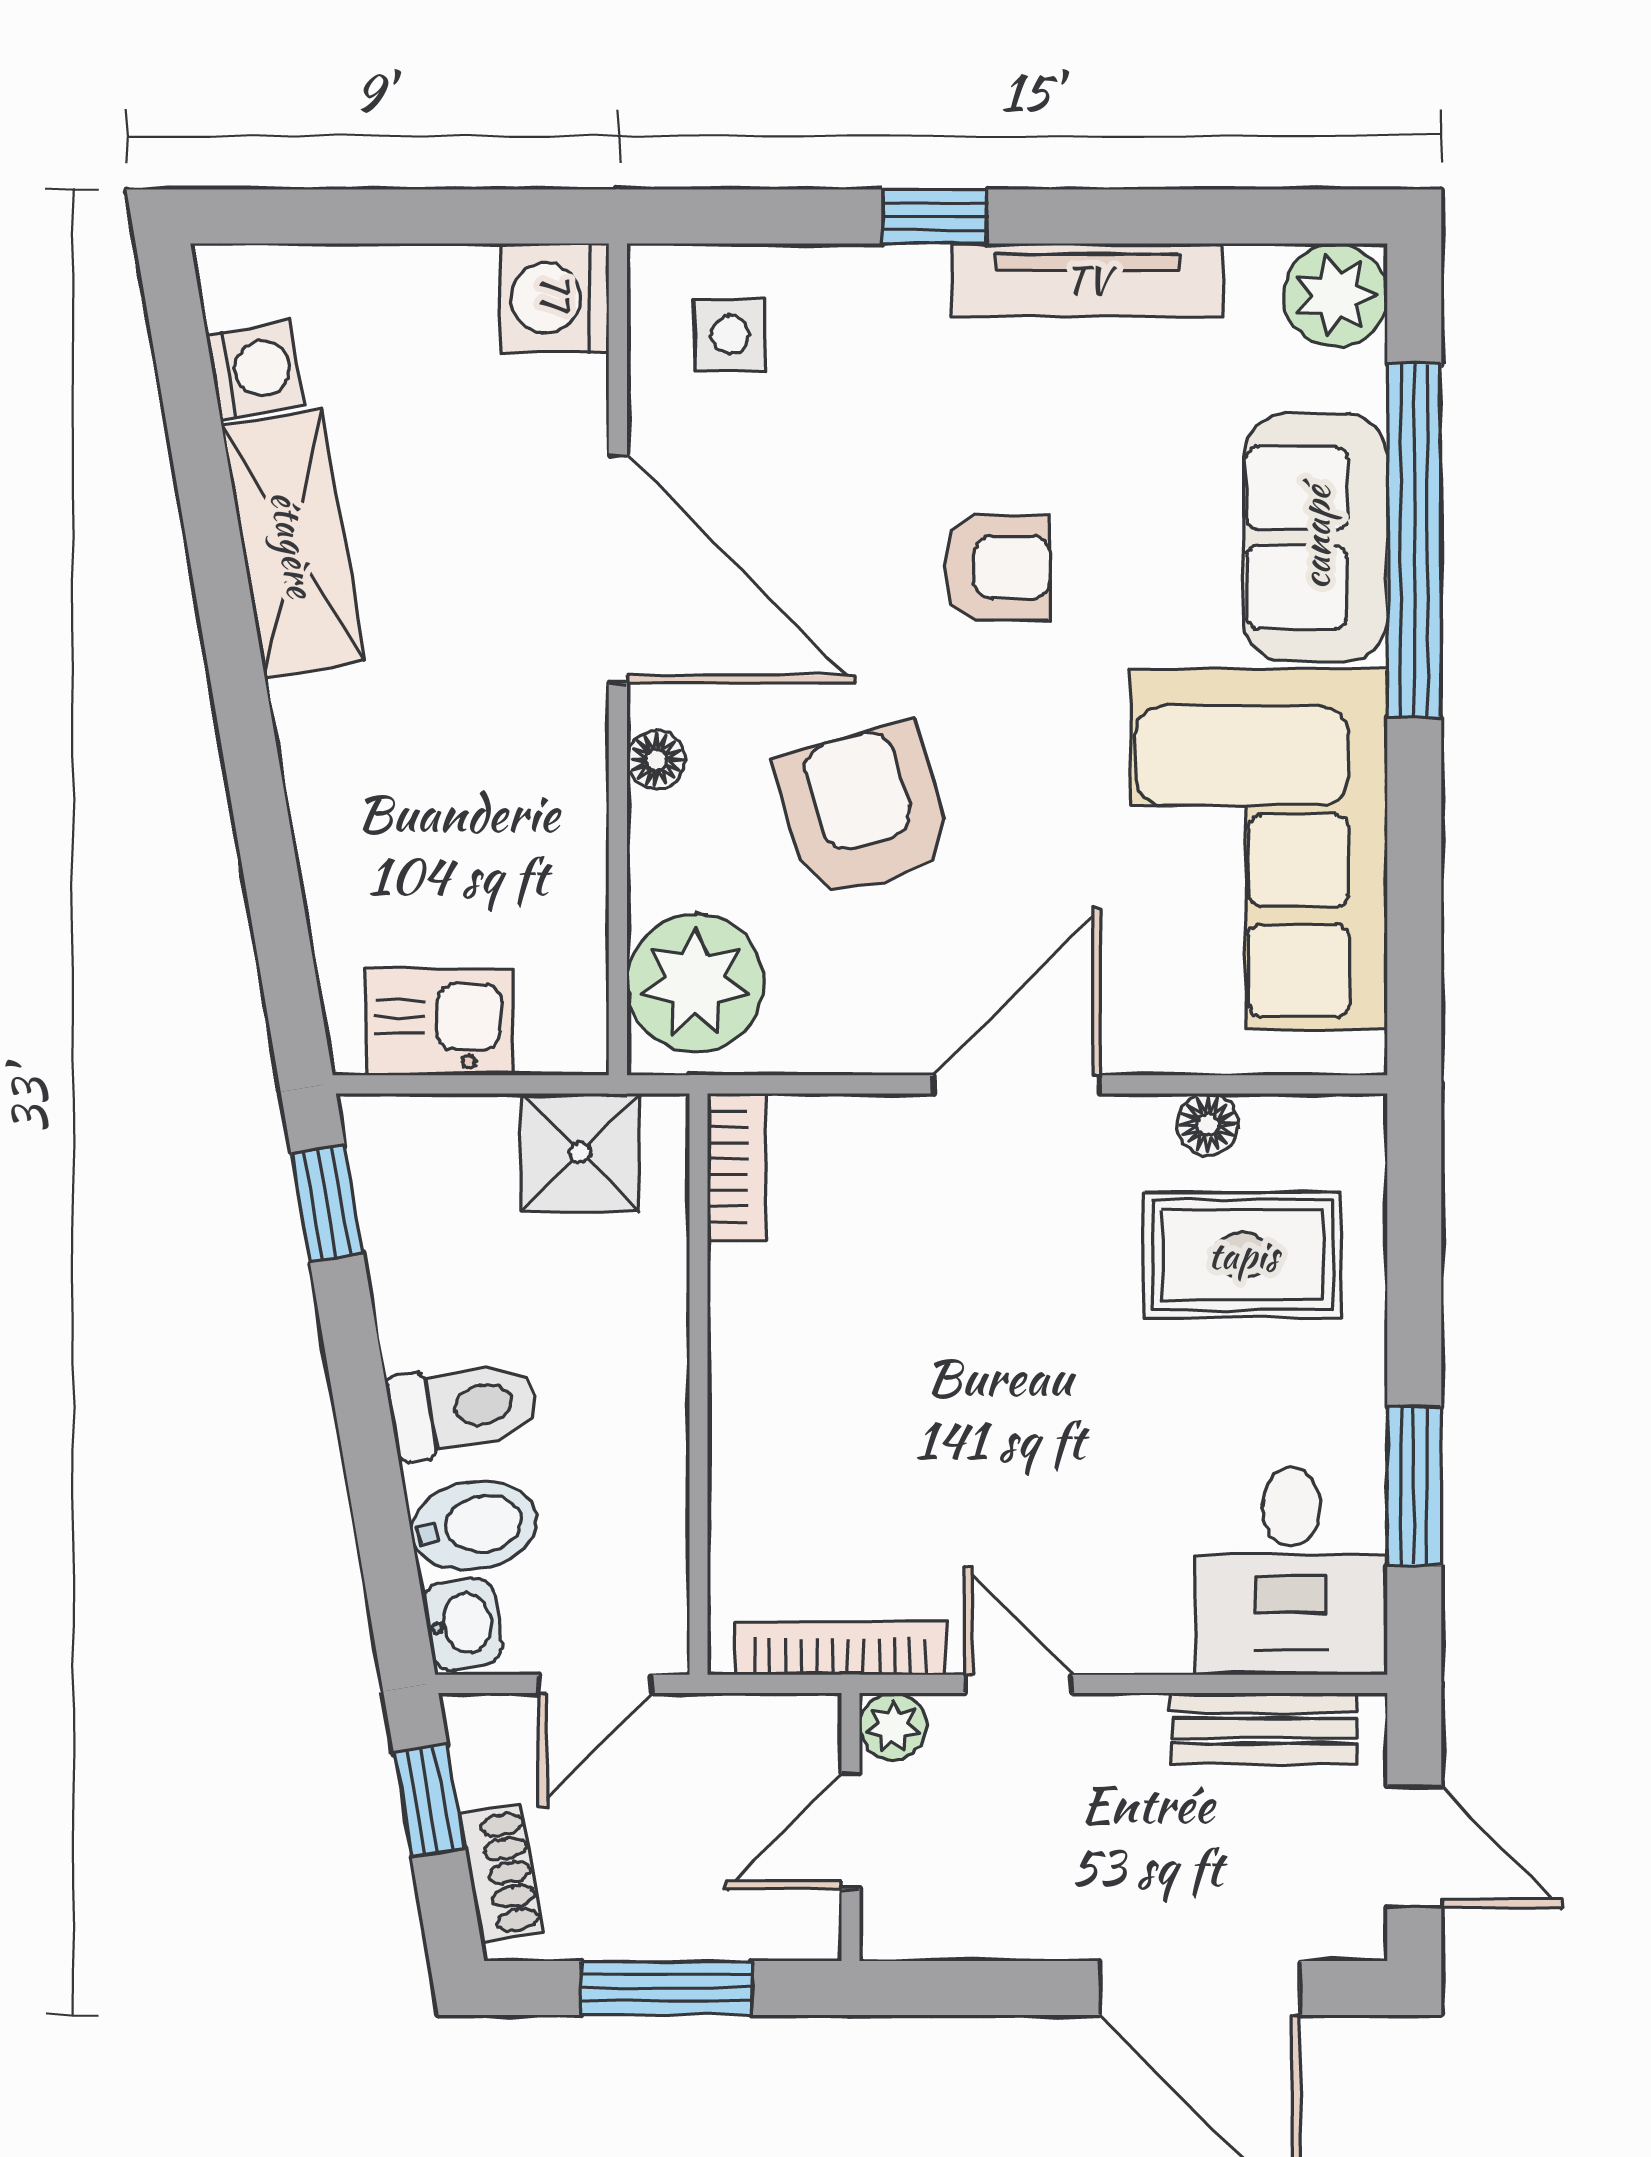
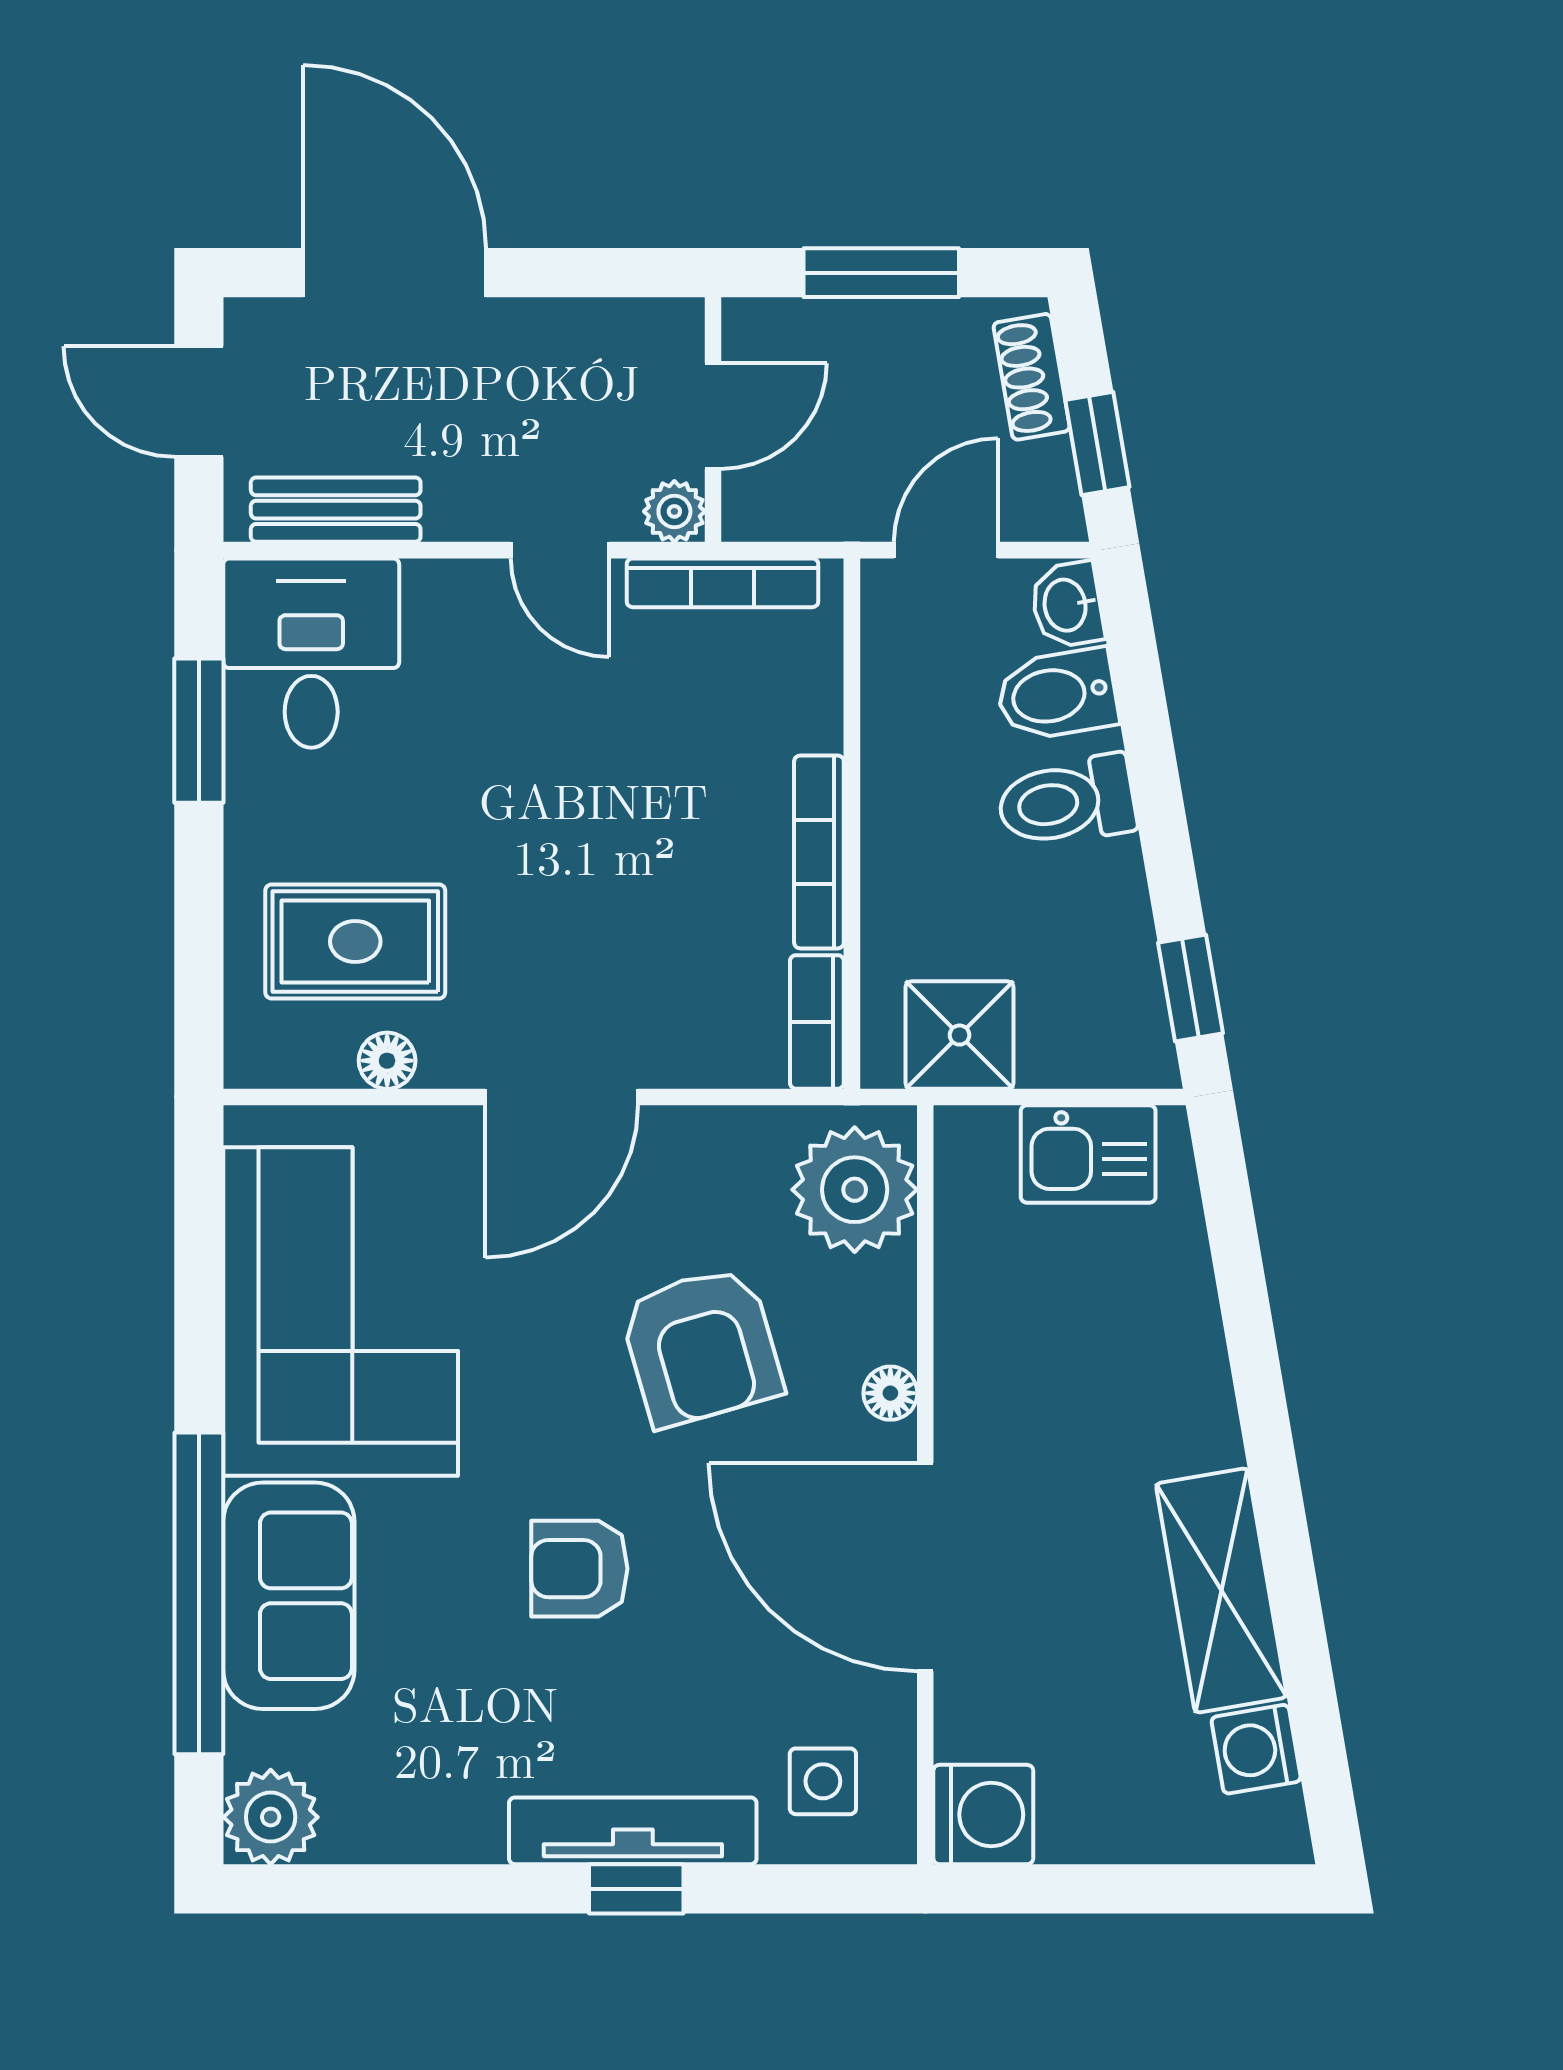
tv unit: (1087, 280) -> (633, 1831), moved
bookcase: (734, 1353) -> (819, 852), added

